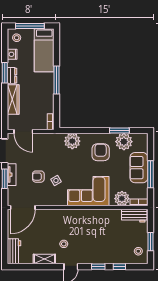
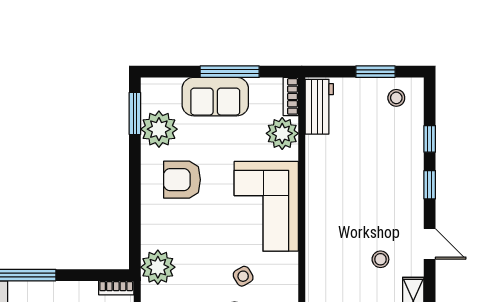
window: (119, 131) -> (135, 113), moved
plant: (72, 141) -> (158, 267), moved

